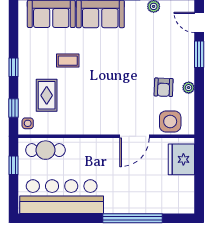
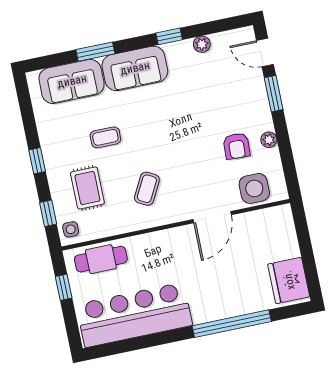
coffee table: (91, 105) -> (147, 189), added
fridge: (181, 159) -> (289, 280), moved

